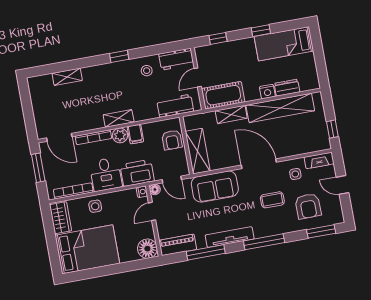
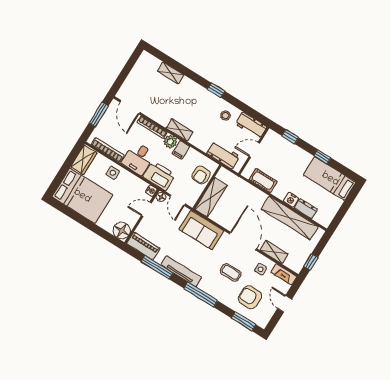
cot: (223, 95) -> (263, 181), width x0.73, depth x0.75
shelving: (231, 114) -> (274, 252), moved
armchair: (308, 206) -> (250, 297), turned 91

